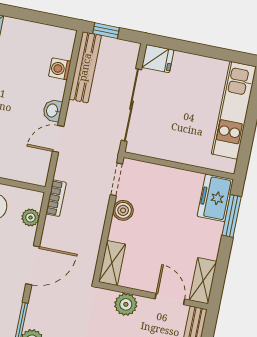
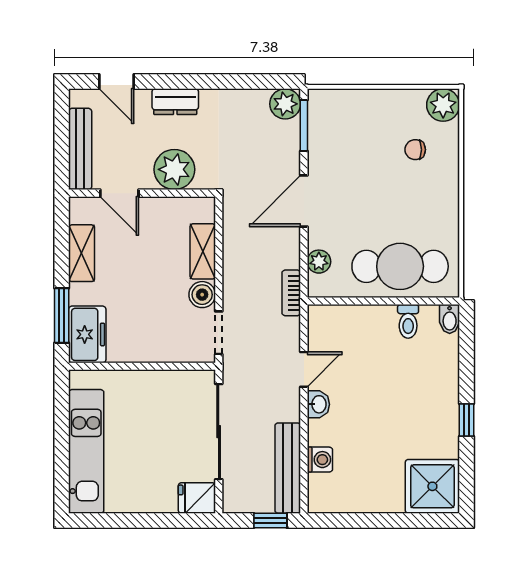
shelving: (112, 263) -> (203, 251), moved
shelving: (203, 281) -> (82, 253), moved
plant: (126, 304) -> (174, 169), width x1.36, depth x1.36

